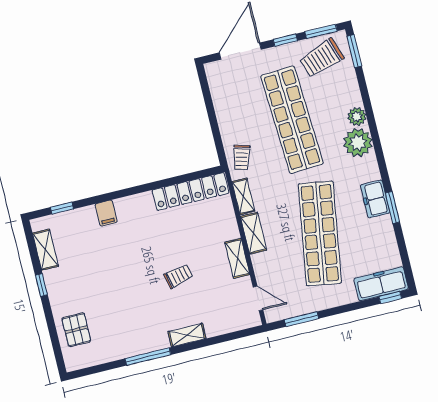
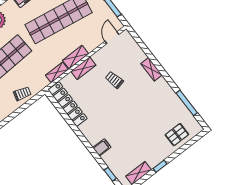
trolley: (242, 158) -> (22, 94), moved
shelving: (237, 258) -> (83, 68), moved
trolley: (178, 276) -> (114, 80), moved
window: (148, 357) -> (187, 103), moved

